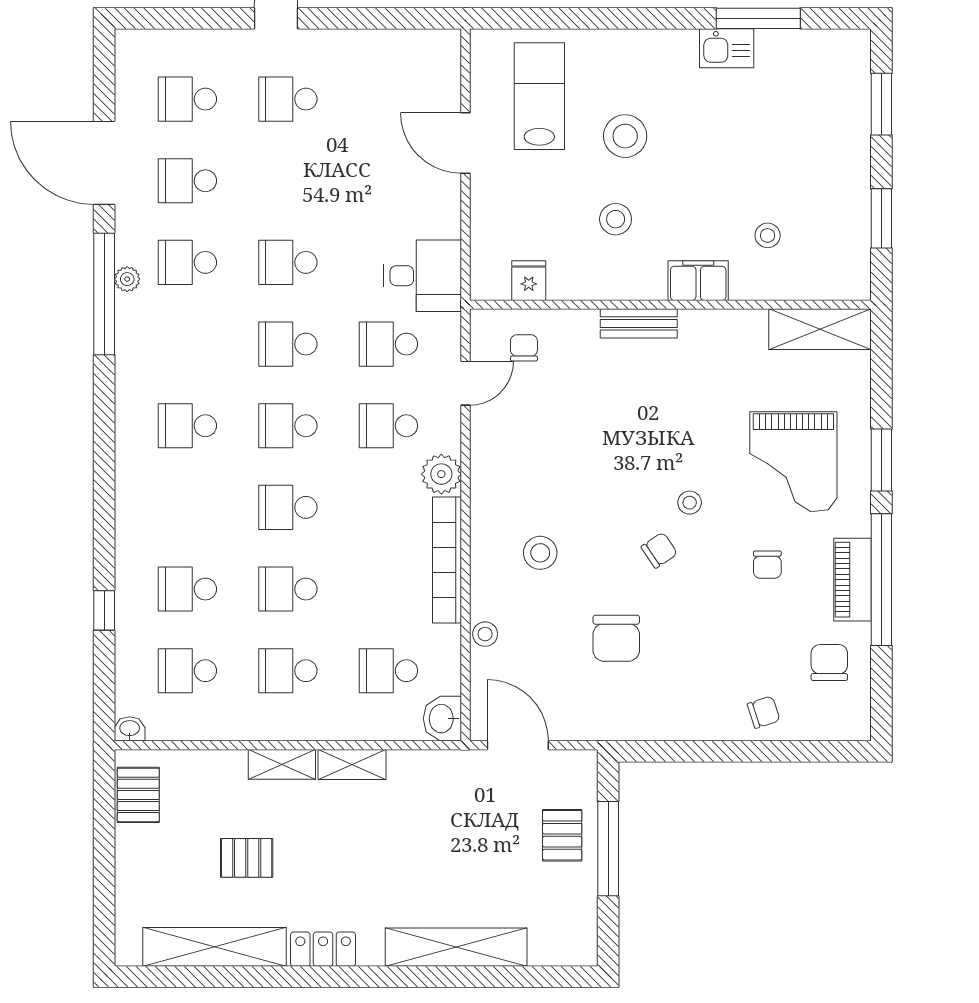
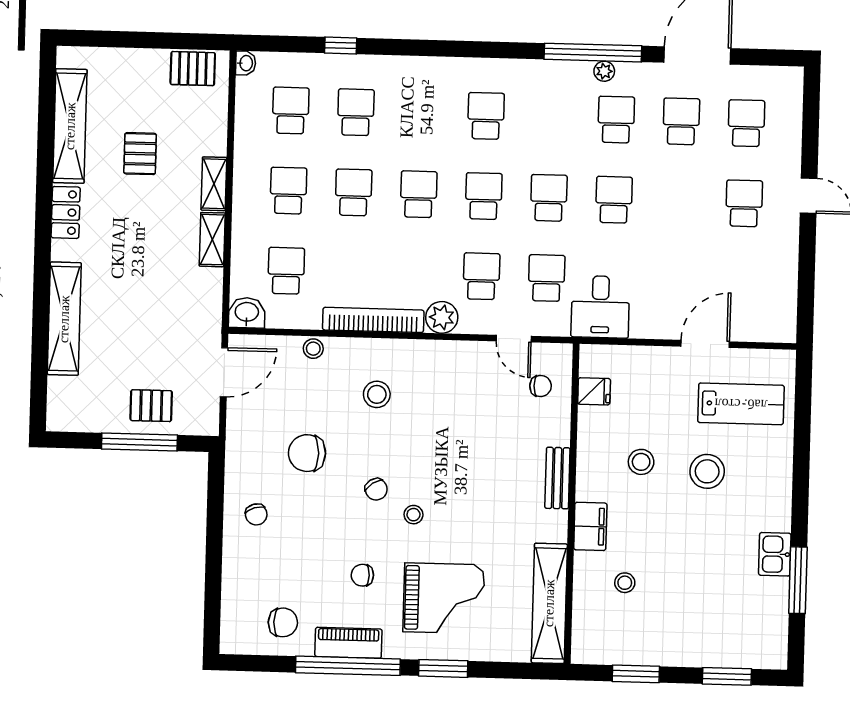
shelving: (820, 329) -> (549, 603), width x1.47
grand piano: (793, 462) -> (444, 598), turned 180
chair: (764, 712) -> (256, 514), moved

